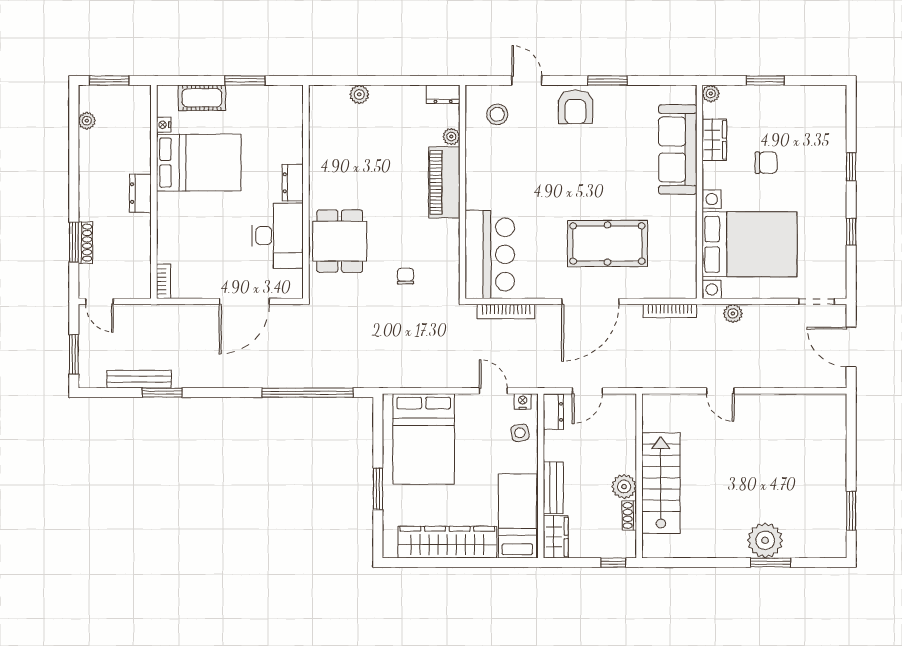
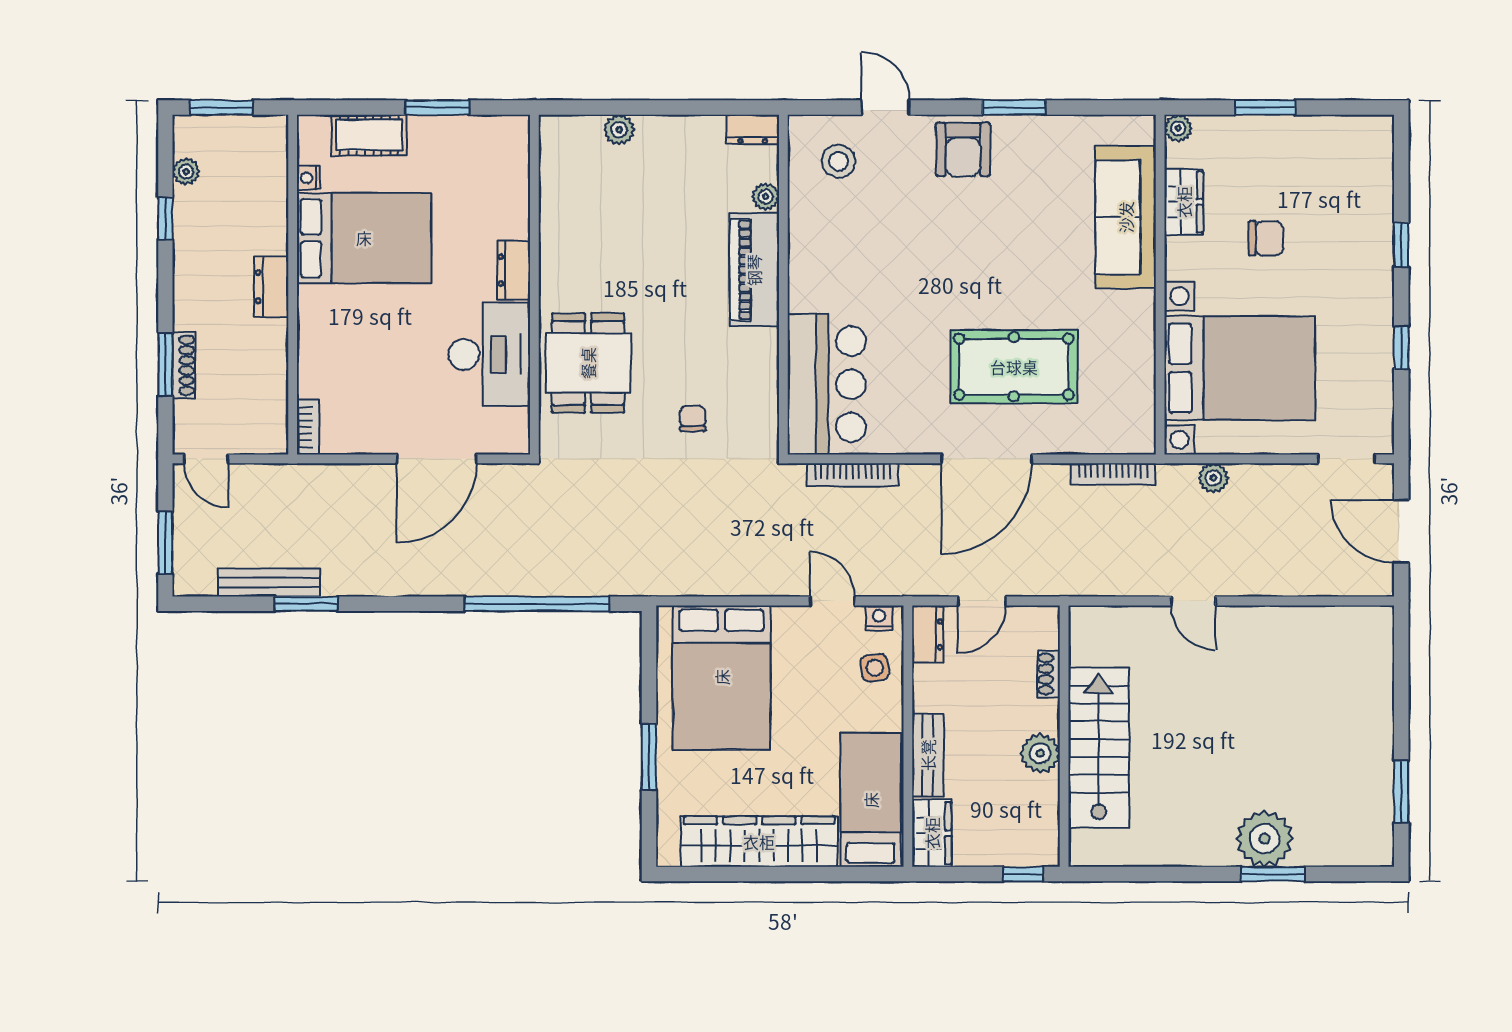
window: (74, 150) -> (165, 218), added
shoe rack: (629, 515) -> (1049, 674), moved

